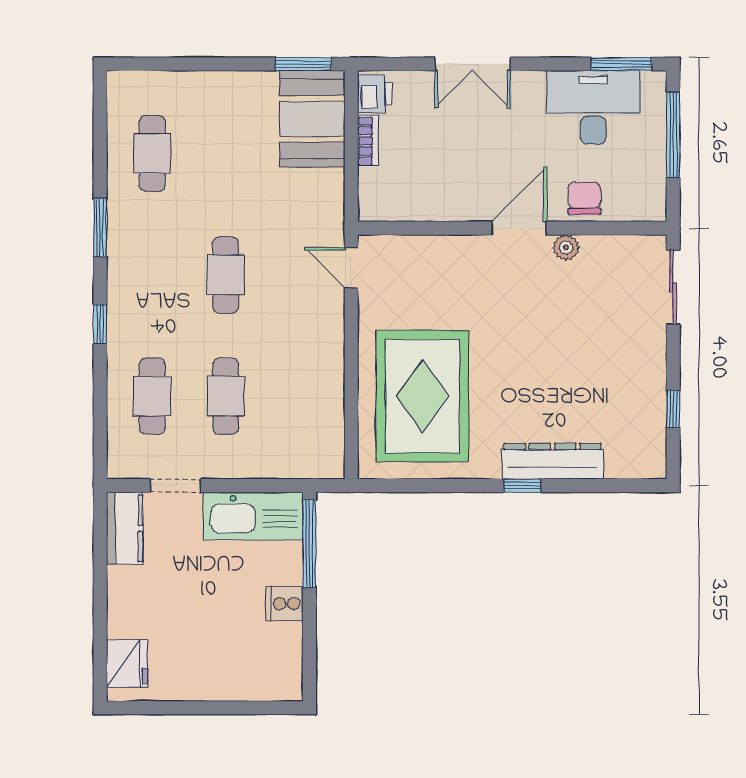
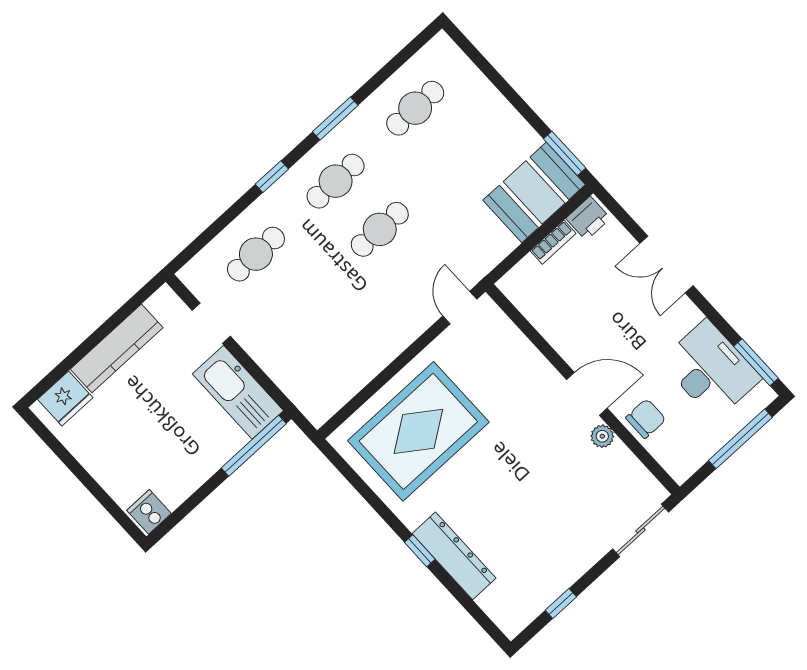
cafe table: (226, 396) -> (336, 181), moved
kitchen counter: (125, 528) -> (117, 348), moved, width x1.50
cooker: (285, 604) -> (149, 512), moved

